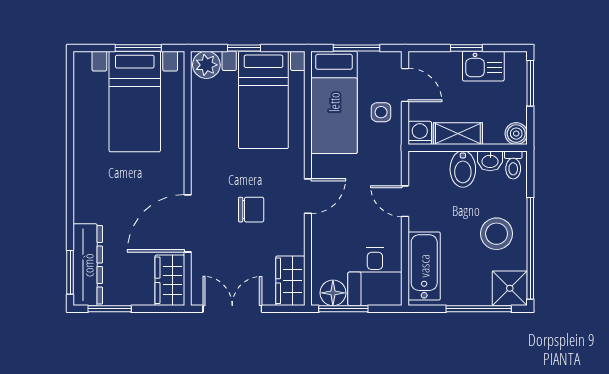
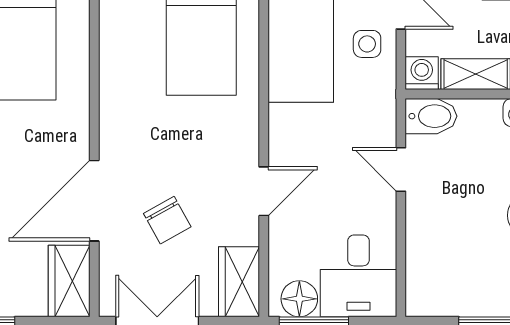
bidet: (463, 169) -> (431, 116), moved, turned -90
door: (308, 196) -> (264, 191), moved
chair: (251, 210) -> (167, 220), moved, turned 61
bathtub: (424, 266) -> (428, 261), removed

